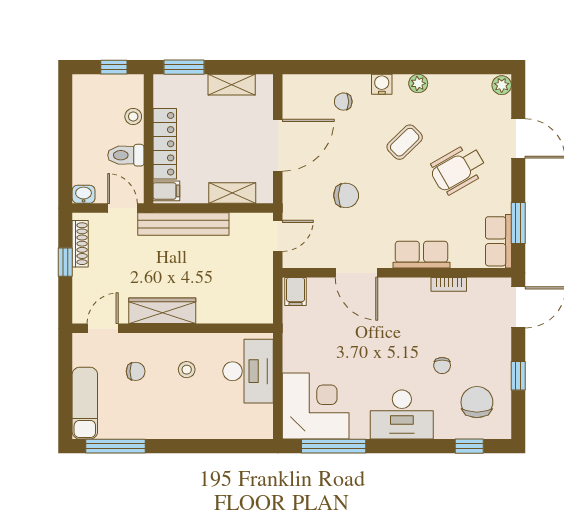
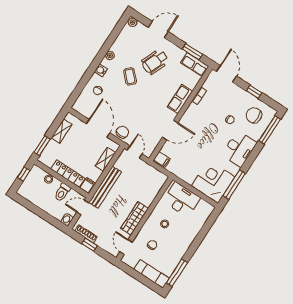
wheelchair: (458, 169) -> (155, 62), turned 52
chair: (346, 195) -> (122, 132), moved
window: (469, 446) -> (270, 130), width x2.17

